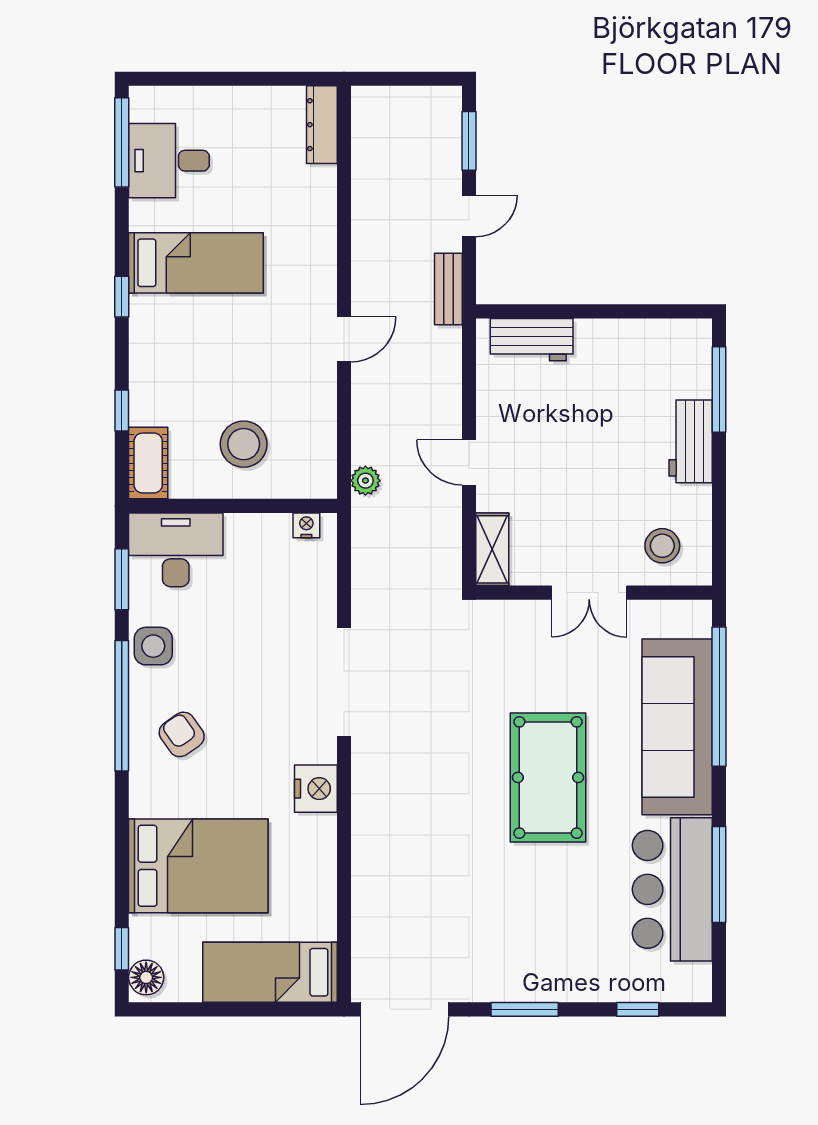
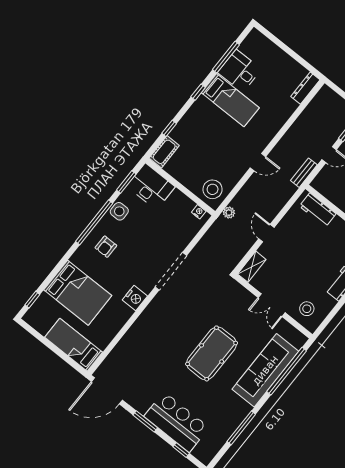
window: (122, 142) -> (226, 57), moved
desk: (169, 161) -> (240, 71), moved
stool: (244, 444) -> (213, 189), moved
armchair: (182, 734) -> (106, 247), turned -145
bar counter: (672, 889) -> (177, 422), moved, turned 90
floor lamp: (146, 977) -> (33, 315), removed

